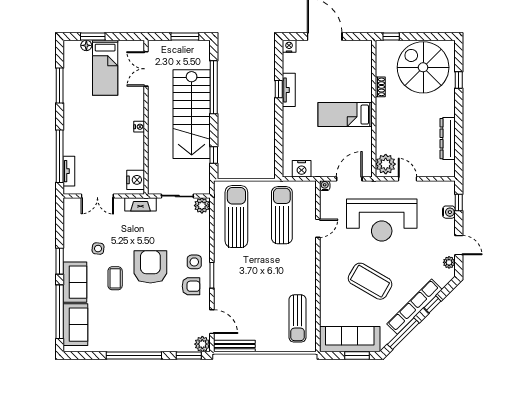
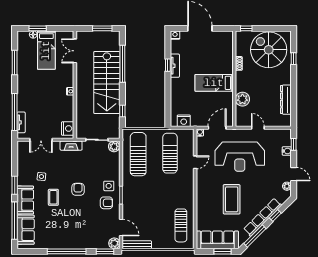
plant: (386, 164) -> (242, 99), moved
armchair: (150, 267) -> (78, 189), width x0.53, depth x0.53
coffee table: (370, 281) -> (232, 199), turned 60

